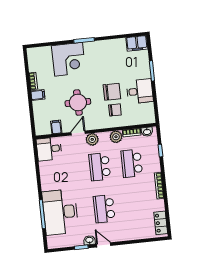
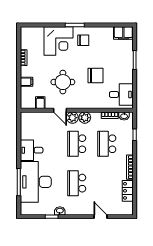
desk: (140, 91) -> (121, 95), moved
filing cabinet: (38, 95) -> (27, 82), moved
chair: (115, 110) -> (83, 40), moved
door: (78, 133) -> (60, 110), swing flipped
plant: (116, 137) -> (85, 118), moved
desk: (49, 149) -> (32, 150), moved
locker: (161, 223) -> (128, 191), moved
door: (104, 245) -> (100, 217), moved

